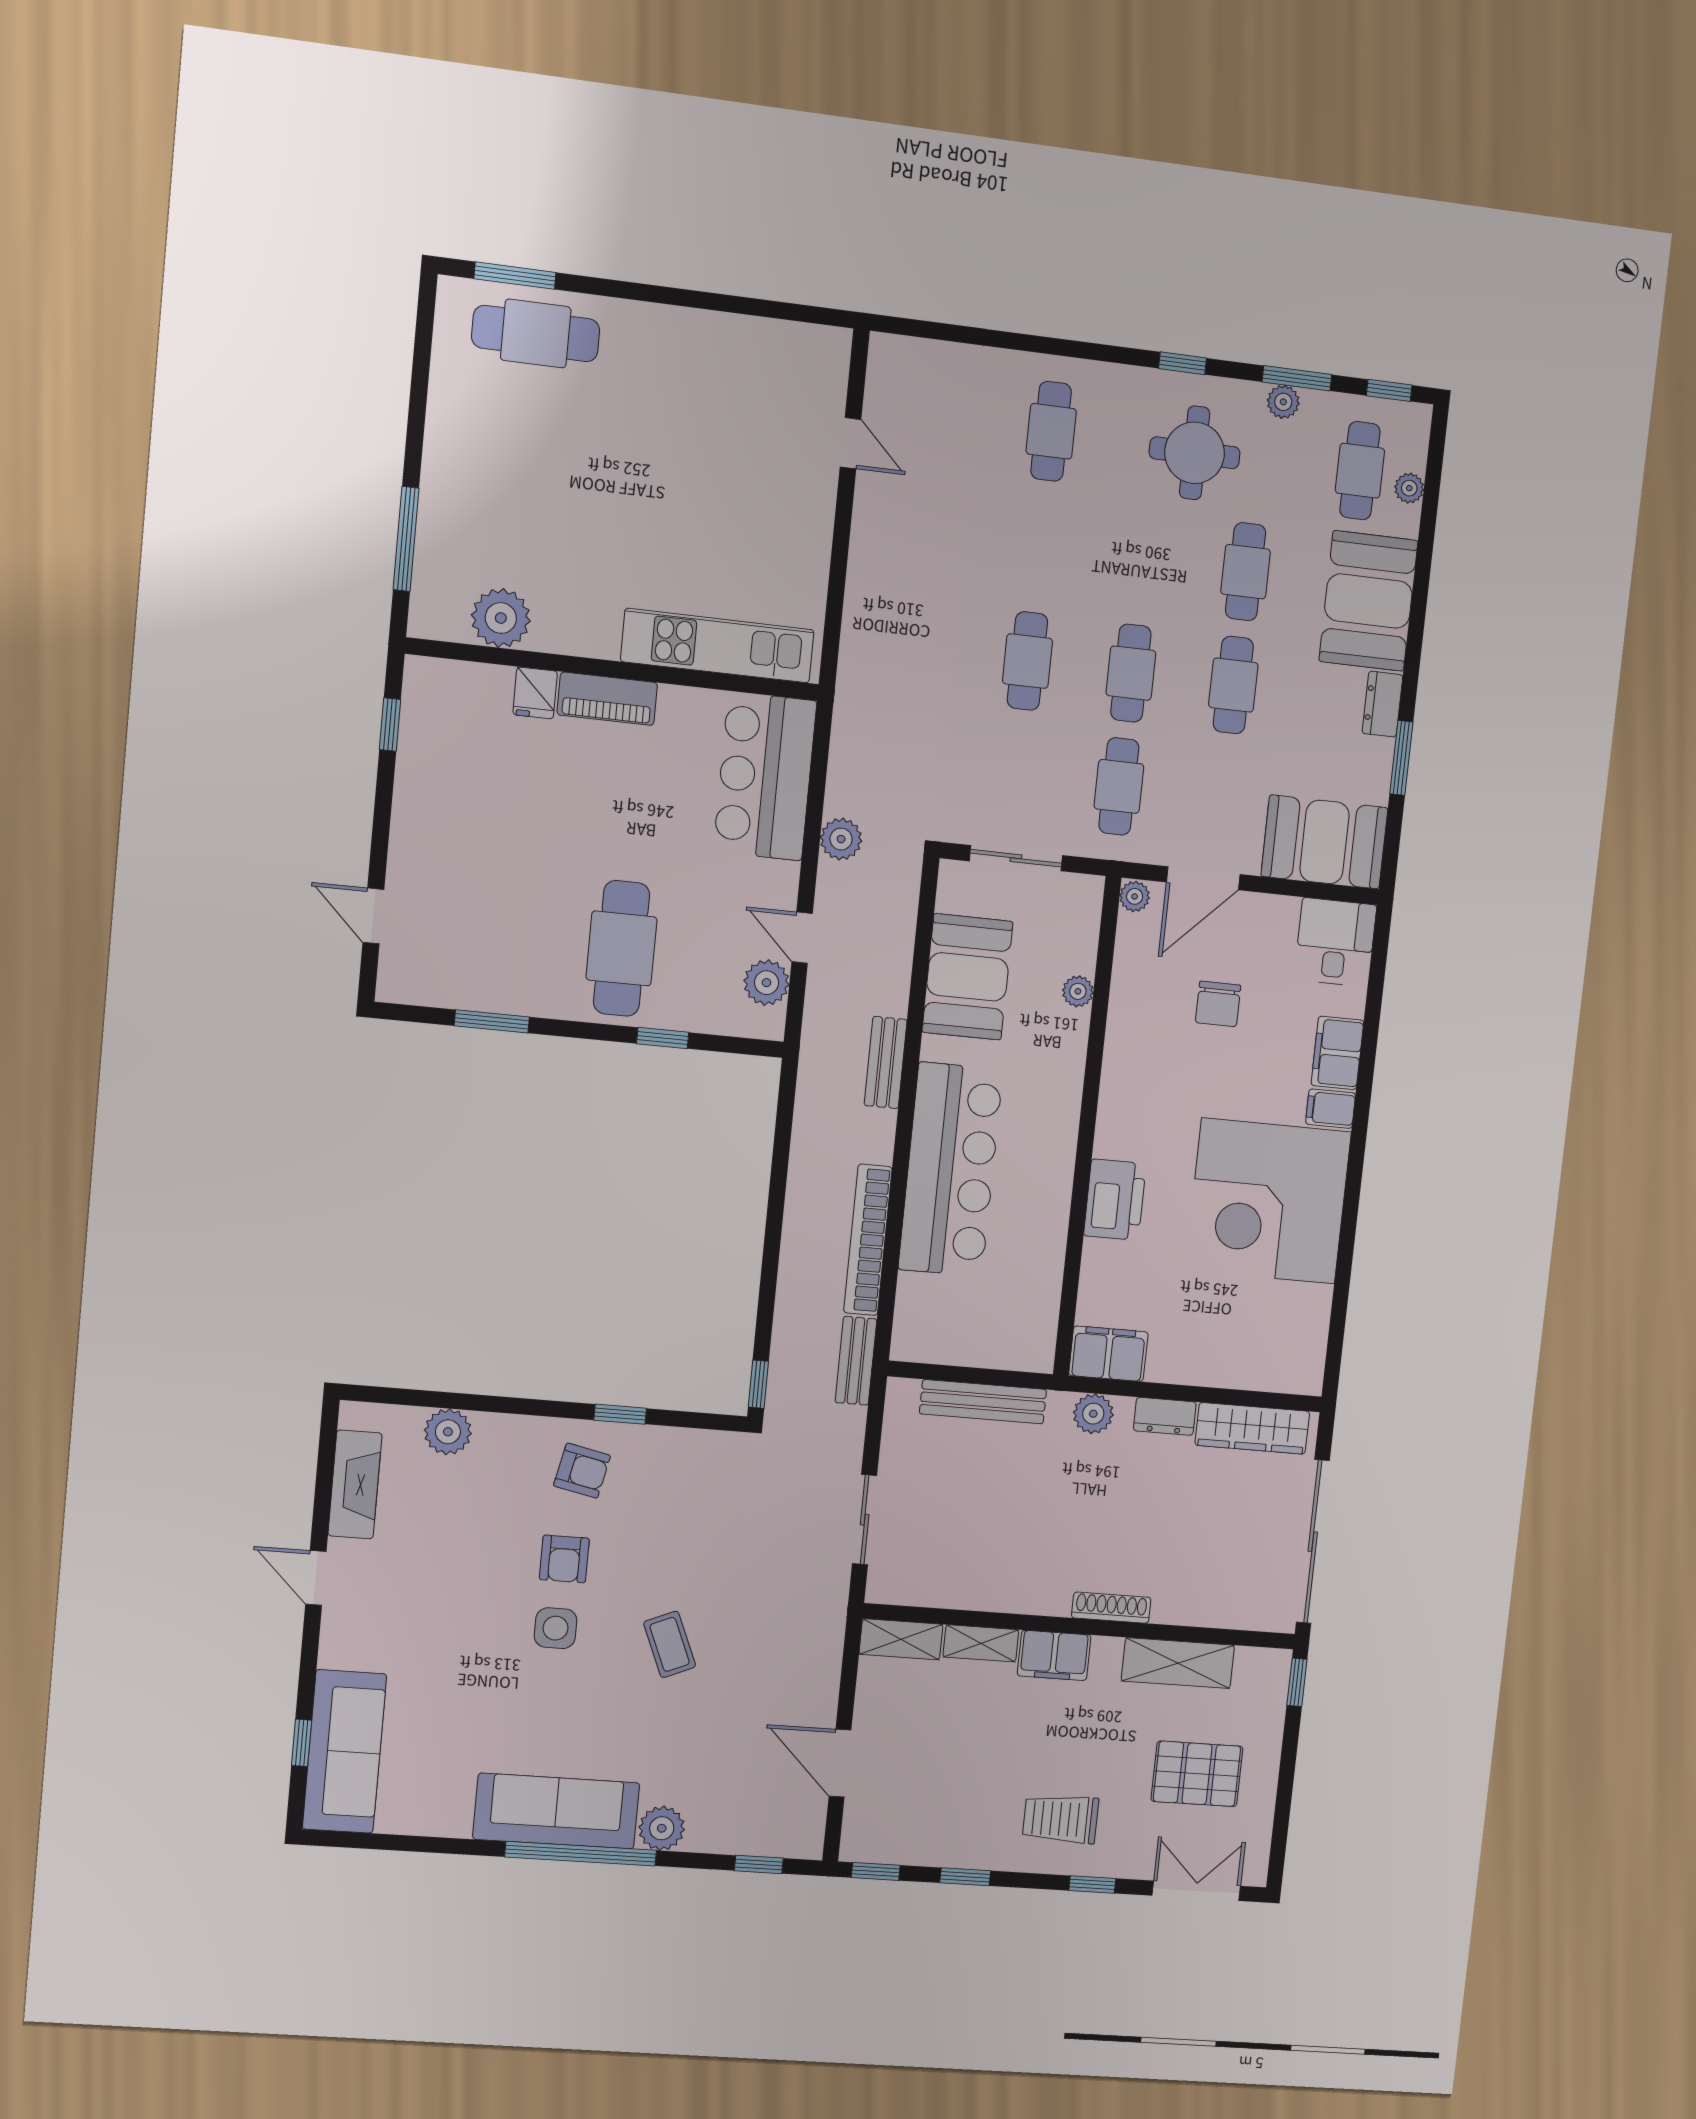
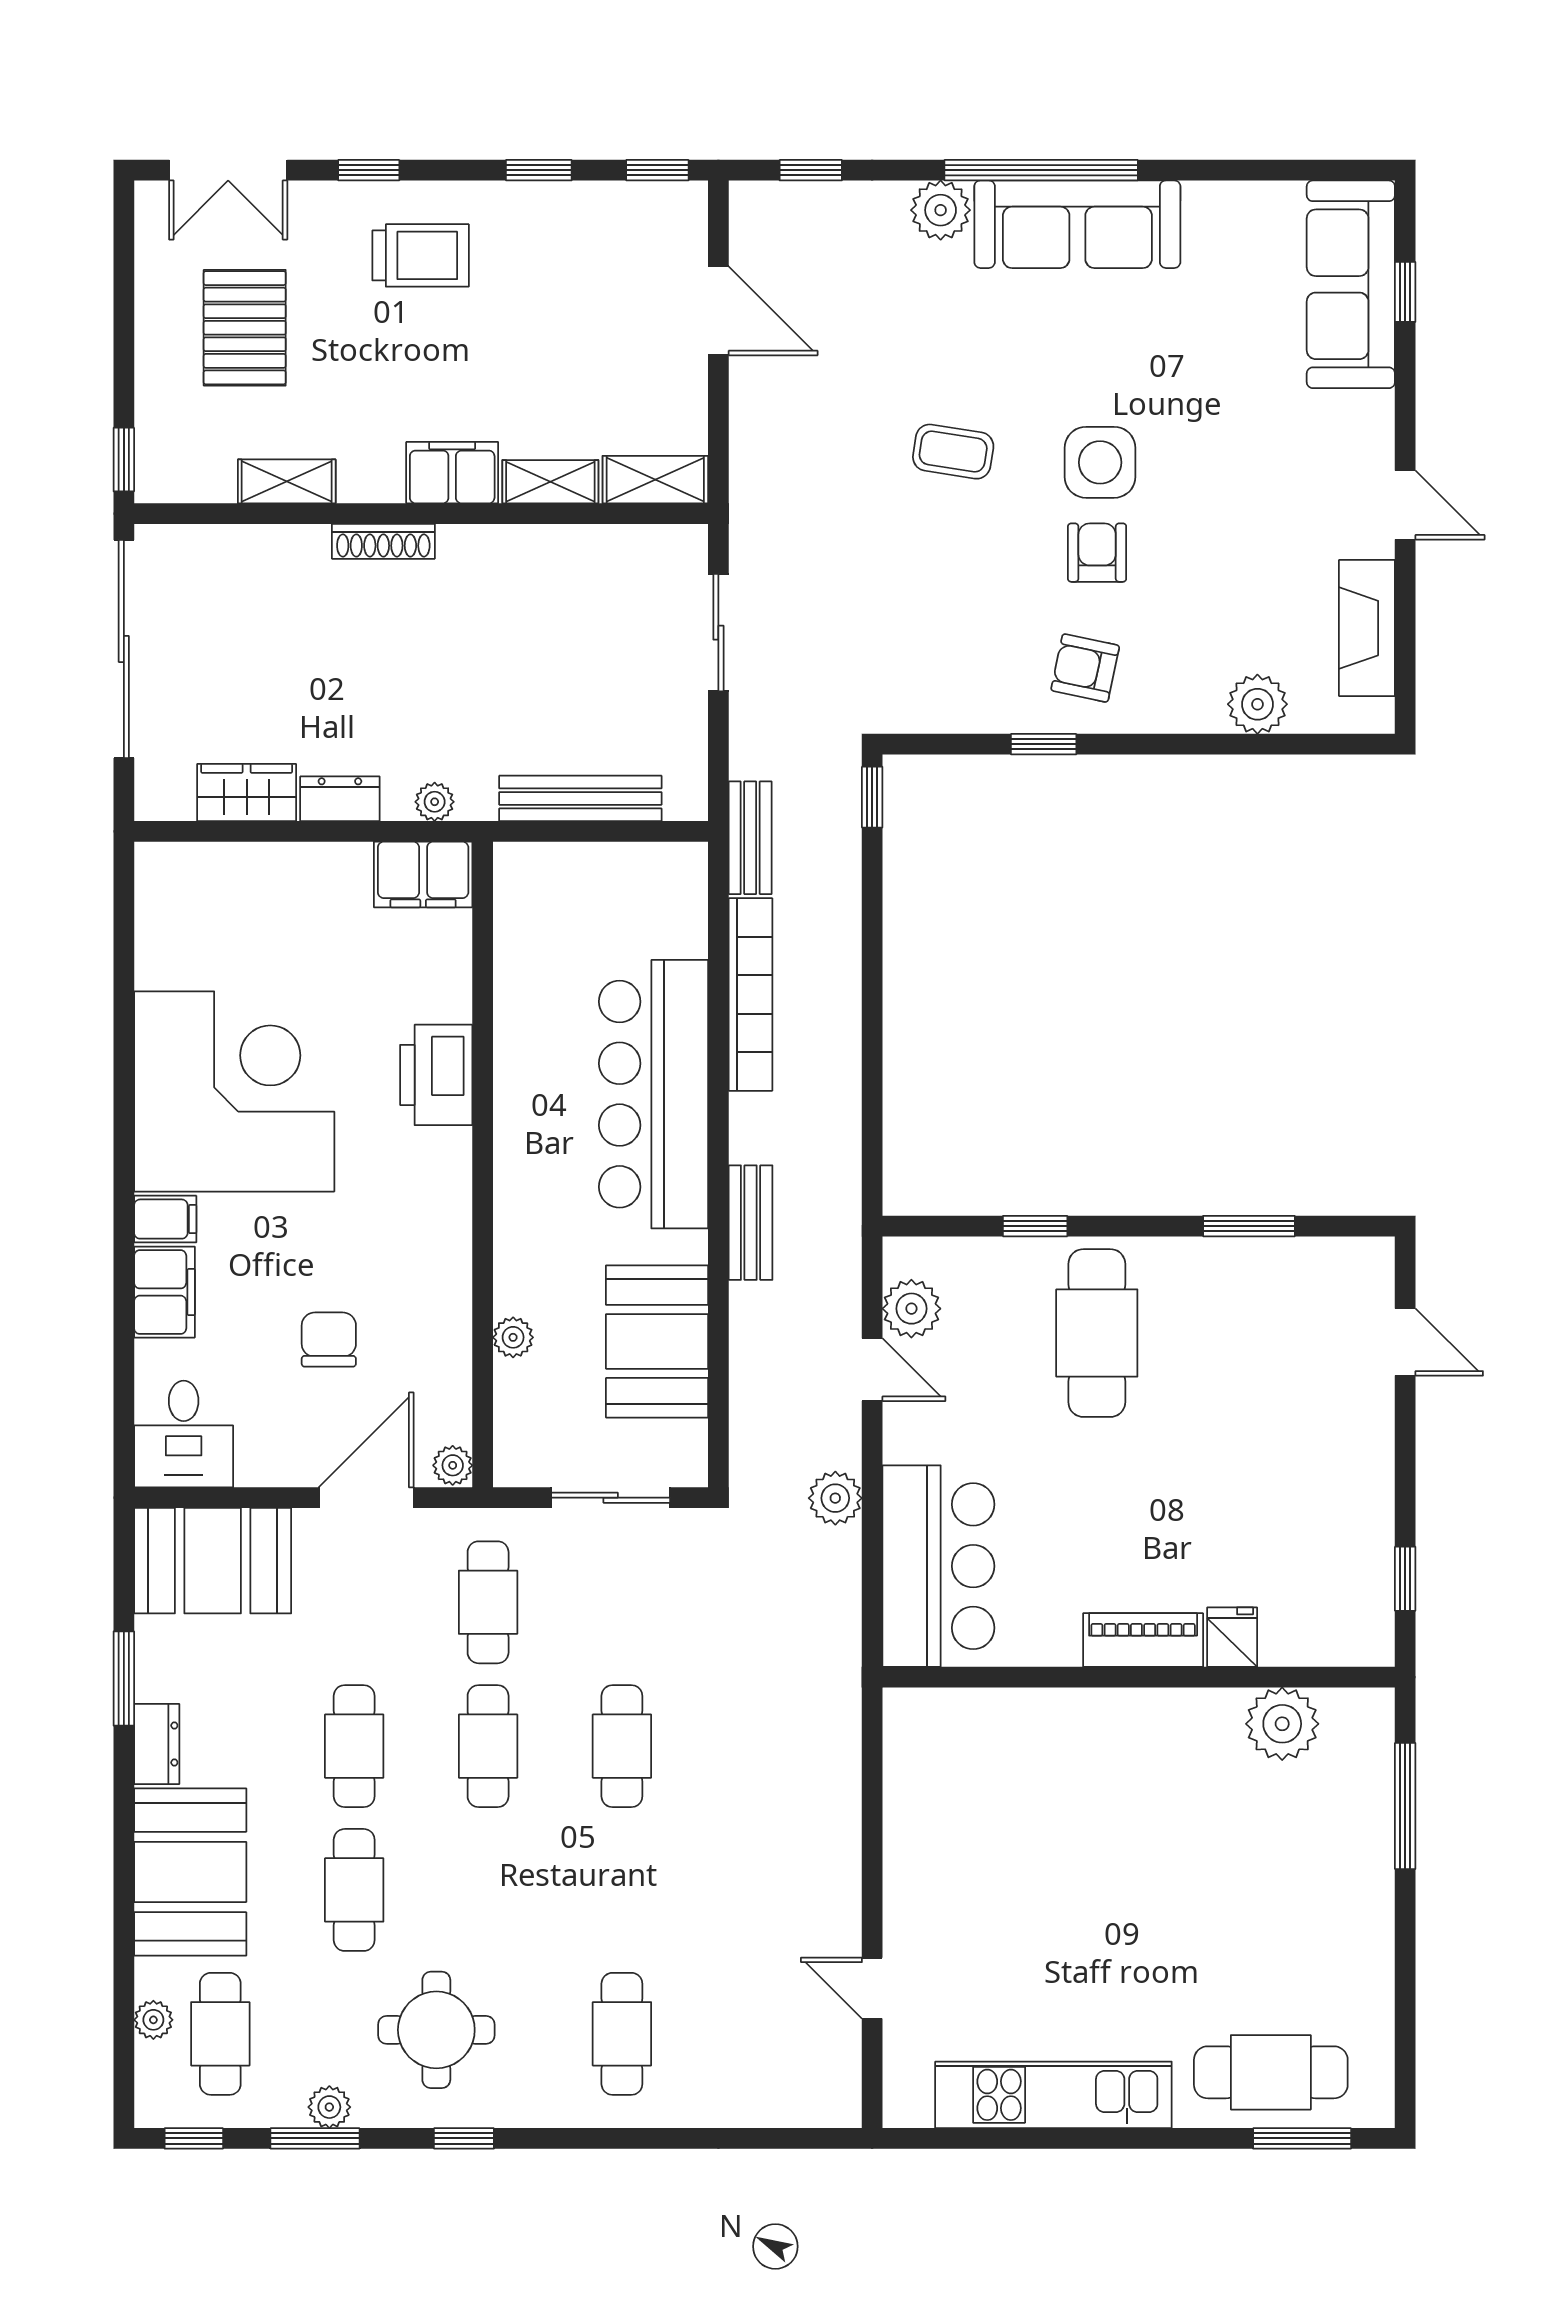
kitchen unit: (717, 646) -> (1053, 2095), moved, turned 180
plant: (1093, 1414) -> (435, 802), width x0.73, depth x0.73
wardrobe: (1252, 1428) -> (247, 792), width x0.67
side table: (556, 1628) -> (1100, 462), width x1.37, depth x1.37
coffee table: (670, 1644) -> (953, 452), turned -58
shelving: (1178, 1663) -> (287, 481), width x0.67, depth x0.75
pallet: (1197, 1774) -> (245, 328), turned 90

